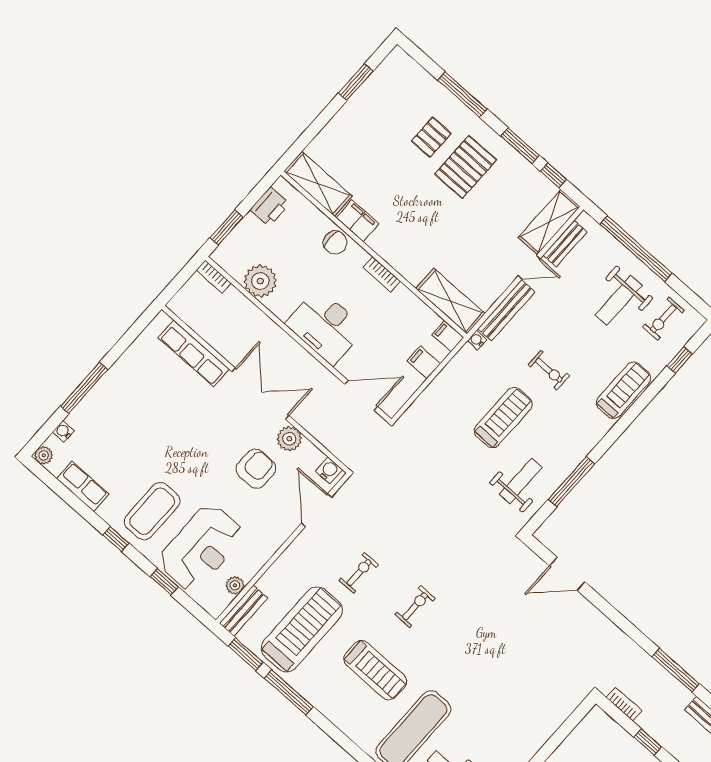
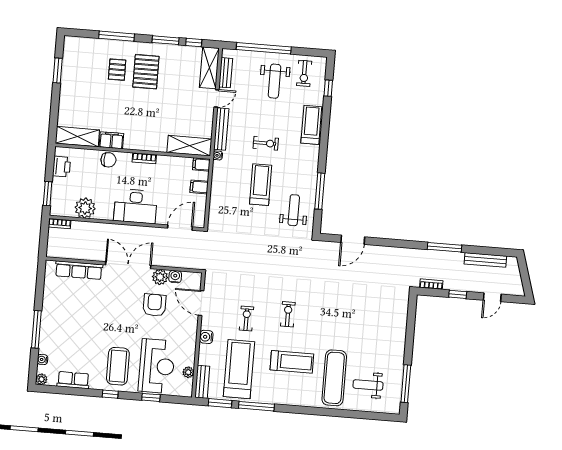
water cooler: (329, 470) -> (175, 277), moved
water cooler: (291, 558) -> (206, 337), added

